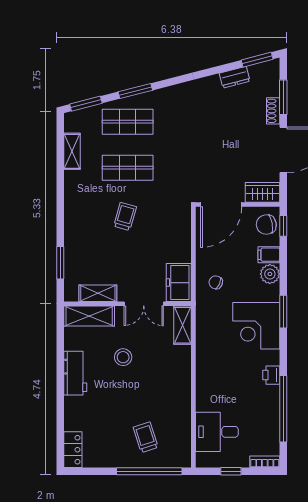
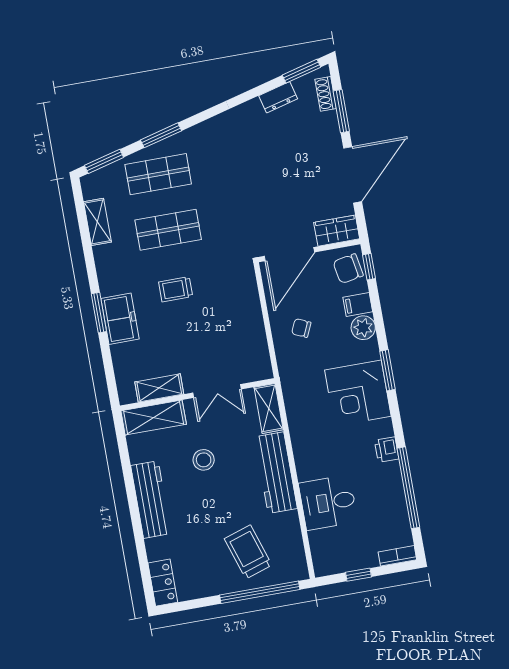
shoe rack: (273, 111) -> (326, 94), moved
trolley: (125, 216) -> (176, 289), turned -106
window: (60, 263) -> (99, 313), moved
chair: (216, 282) -> (301, 328), moved
freezer: (179, 283) -> (120, 319), moved, turned 180
workbench: (75, 373) -> (151, 500), width x1.38
workbench: (179, 378) -> (276, 473), added
desk: (217, 432) -> (328, 502), moved
trolley: (146, 437) -> (248, 552), width x1.36, depth x1.39

